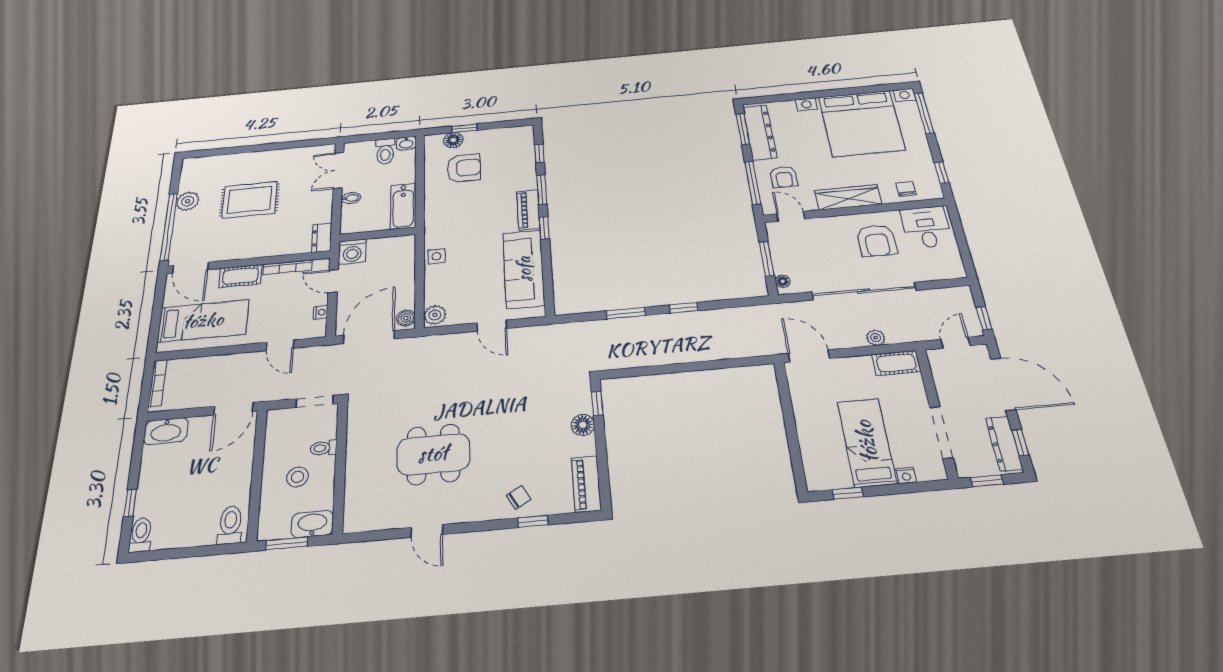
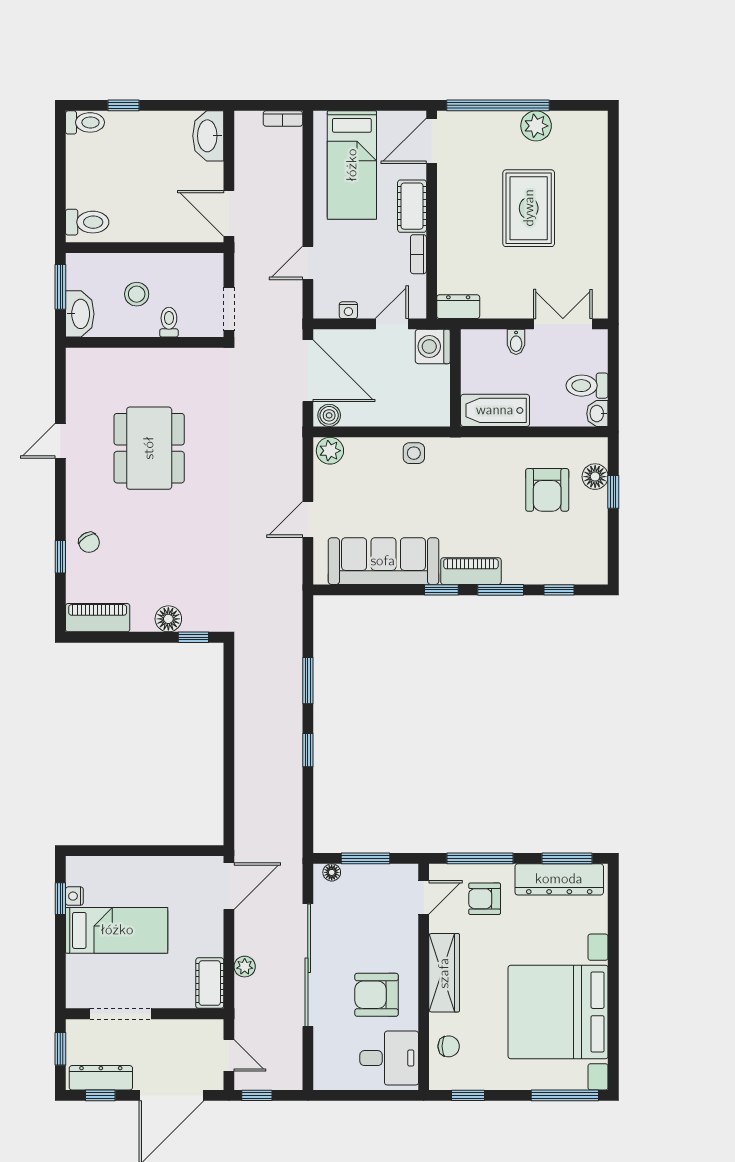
bookcase: (288, 267) -> (418, 254), width x0.64
bookcase: (158, 383) -> (283, 118), width x0.64
nightstand: (906, 475) -> (74, 896), moved

